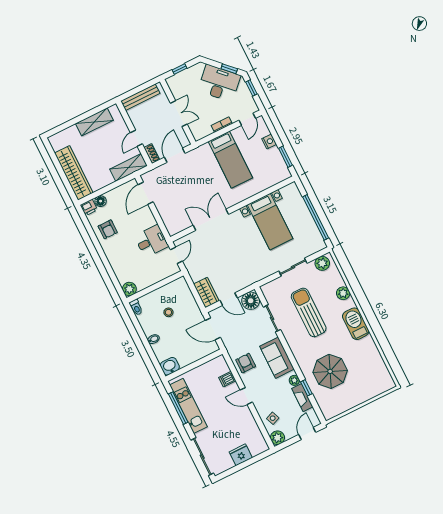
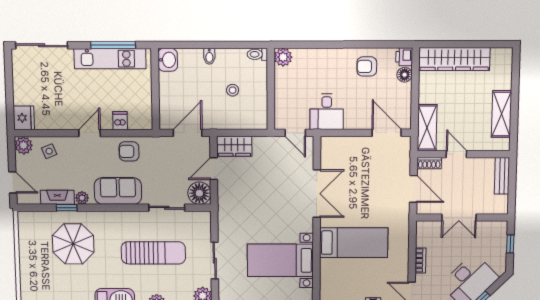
bench: (140, 97) -> (502, 176), width x0.73
bed: (230, 160) -> (354, 243), moved, turned 180
armchair: (246, 363) -> (129, 151), turned 180
fridge: (241, 455) -> (24, 118), moved

